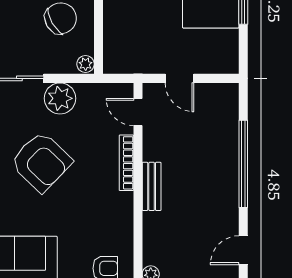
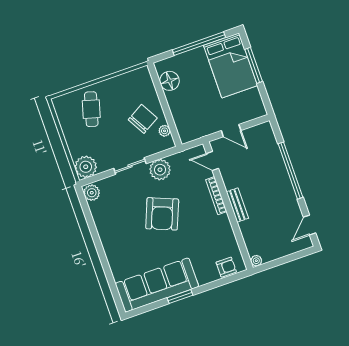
plant: (86, 64) -> (165, 131), moved
armchair: (41, 162) -> (162, 214), turned 68

